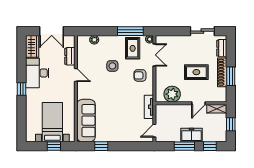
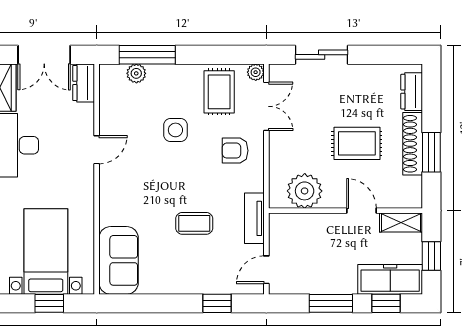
window: (130, 31) -> (147, 55), moved
sliding door: (202, 31) -> (322, 55), moved
dresser: (70, 56) -> (84, 83), moved
door: (76, 75) -> (97, 150), hinge flipped
door: (198, 103) -> (362, 211), swing flipped
coffee table: (121, 109) -> (194, 223), added
sofa: (86, 121) -> (119, 260), width x0.73
freezer: (191, 135) -> (390, 279), moved, width x1.40
window: (101, 146) -> (217, 303), moved

